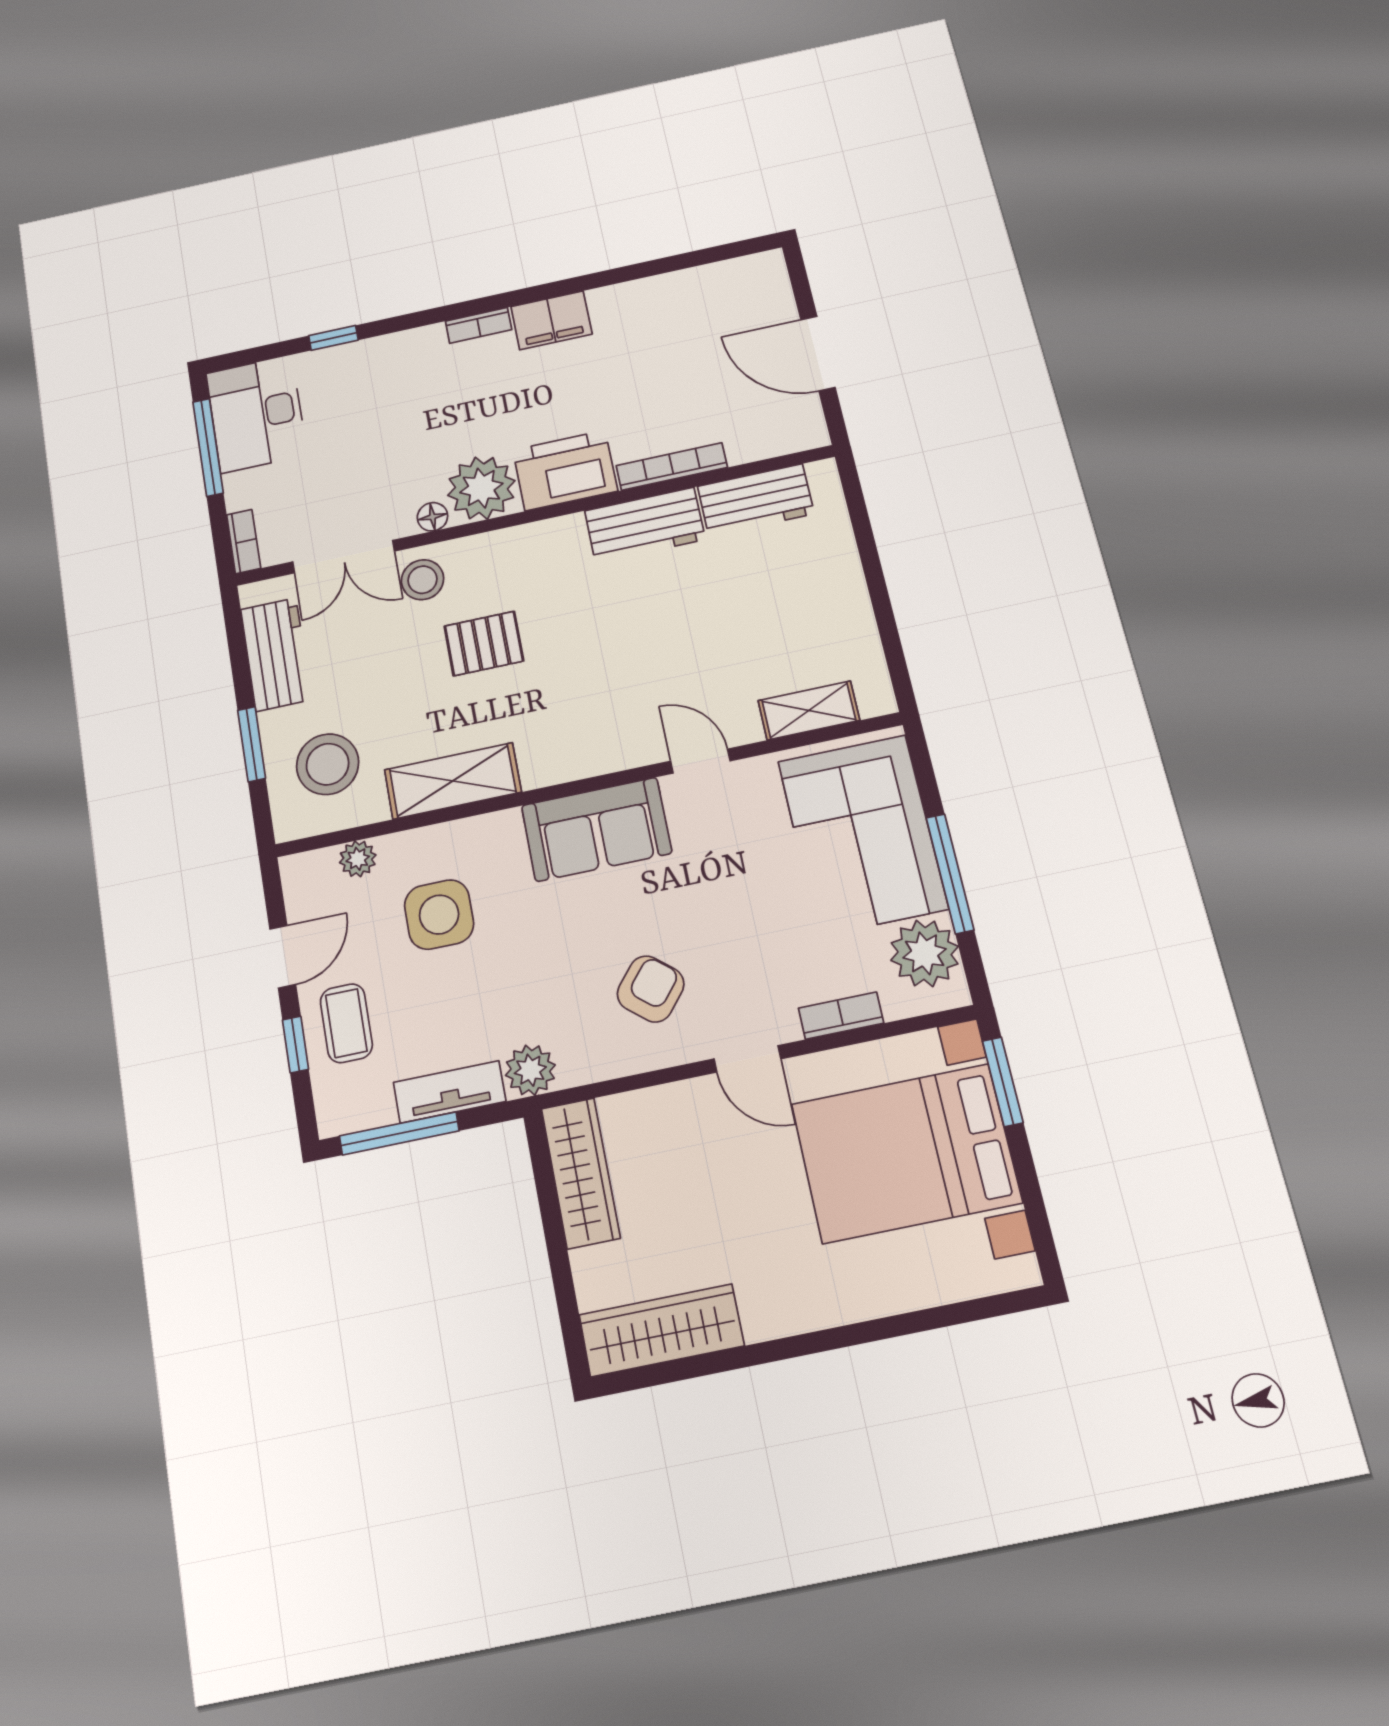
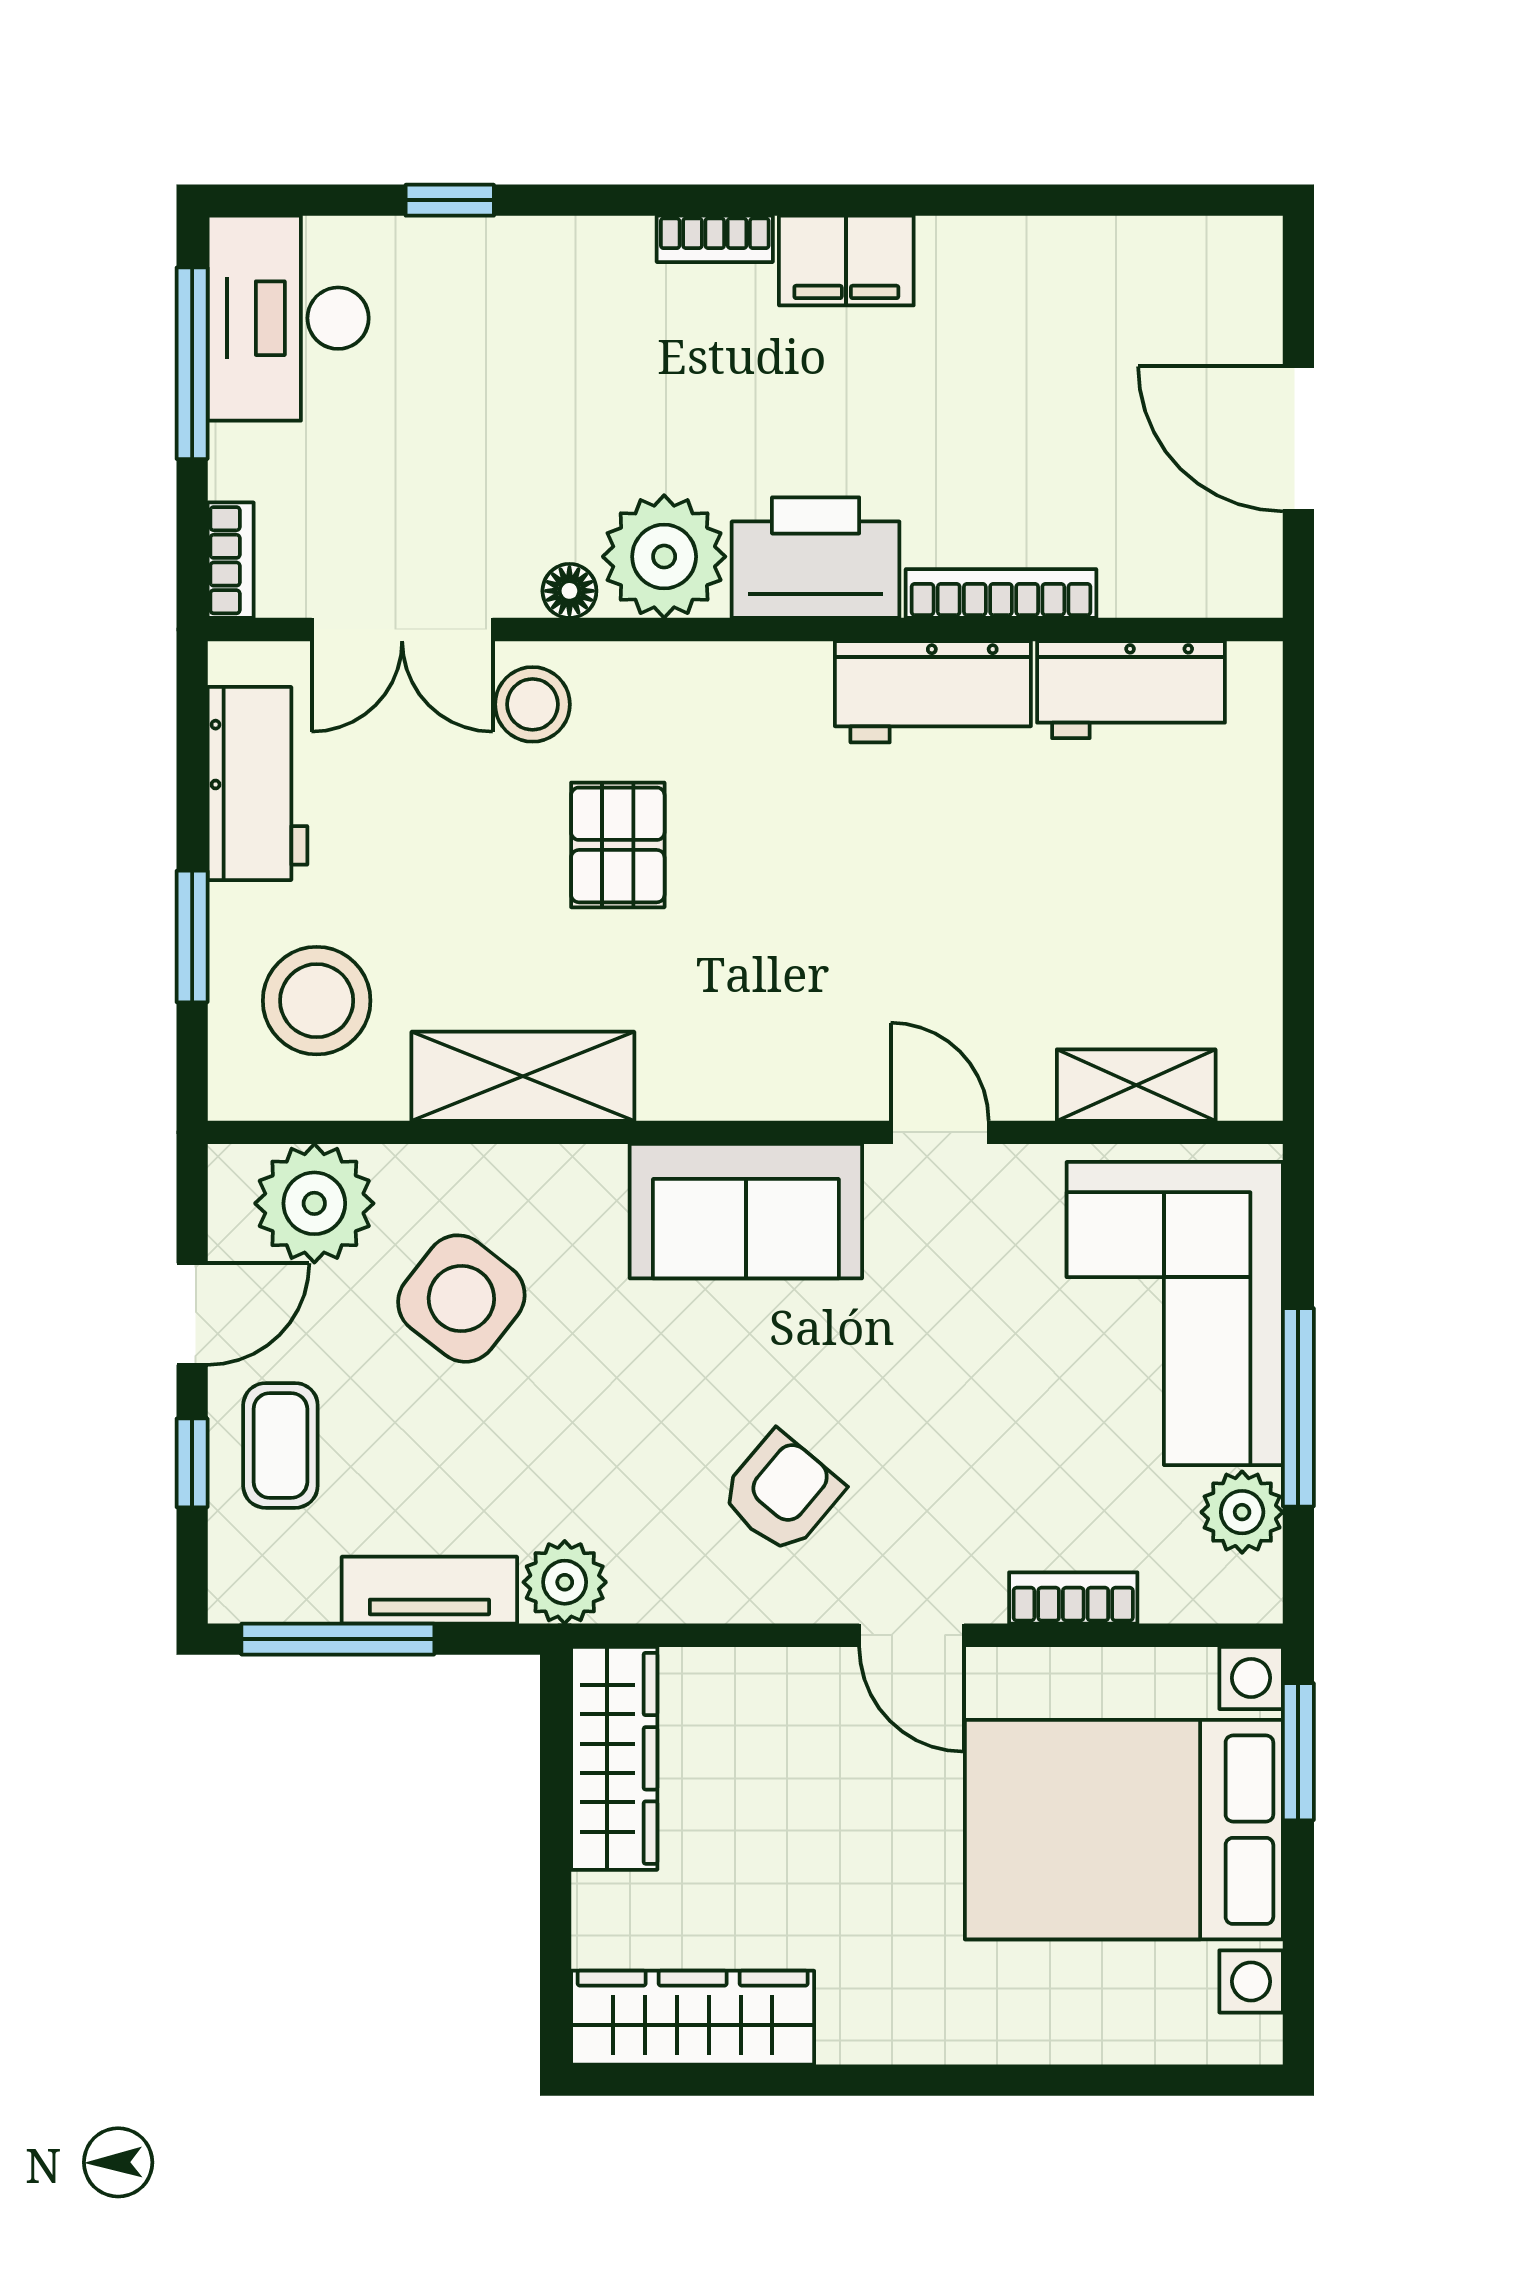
pallet: (484, 643) -> (618, 845), turned 90
plant: (358, 859) -> (314, 1203), width x1.88, depth x1.88
side table: (439, 915) -> (461, 1299), turned 38
plant: (925, 953) -> (1242, 1512), width x0.73, depth x0.73

